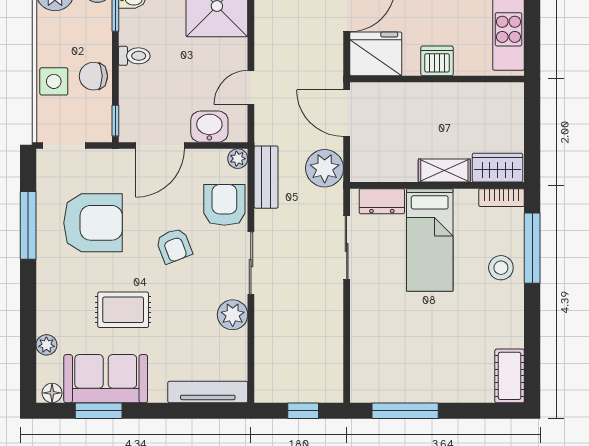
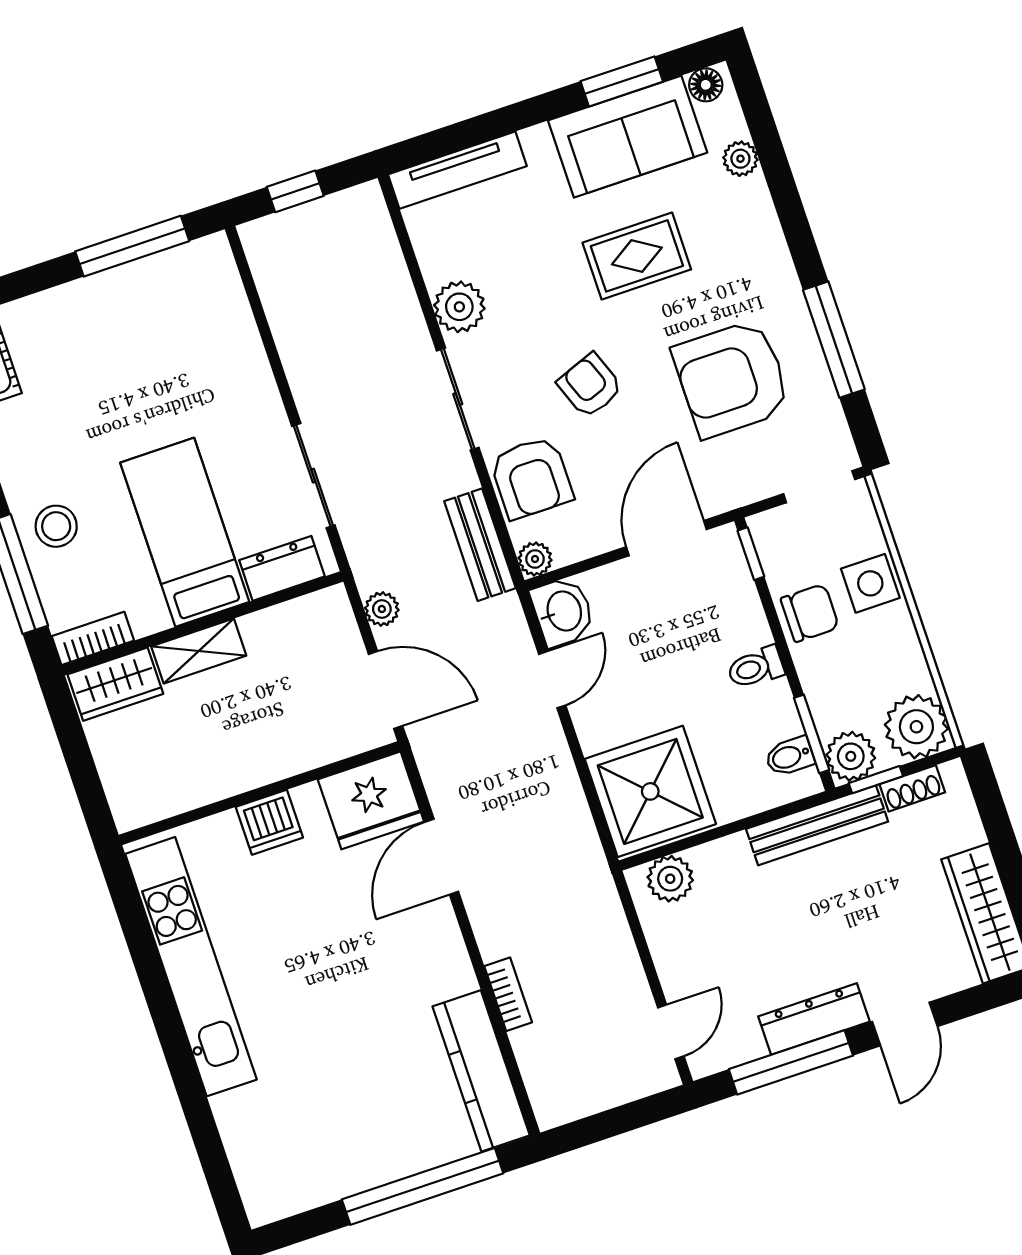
washbasin: (209, 127) -> (563, 612), moved, turned -90
plant: (325, 168) -> (382, 609), width x0.53, depth x0.53

